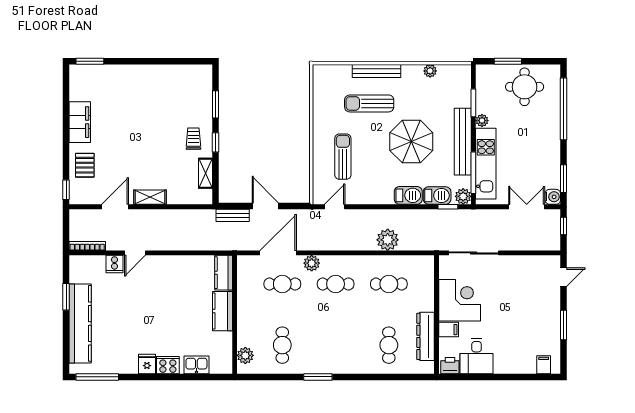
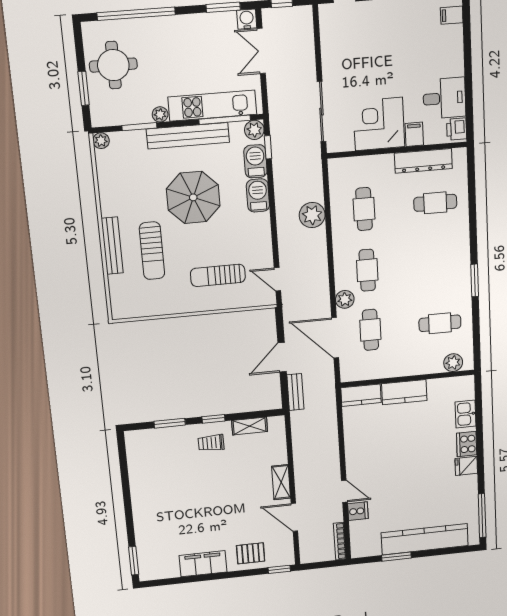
plant: (430, 71) -> (101, 141), moved

